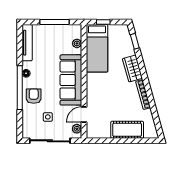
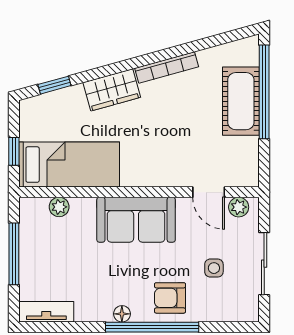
tv unit: (27, 43) -> (46, 312), width x0.71
sofa: (71, 80) -> (136, 220), width x0.73
sliding door: (50, 141) -> (264, 264), width x0.73
window: (132, 141) -> (264, 92), added

